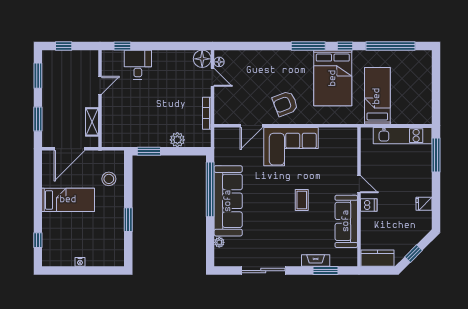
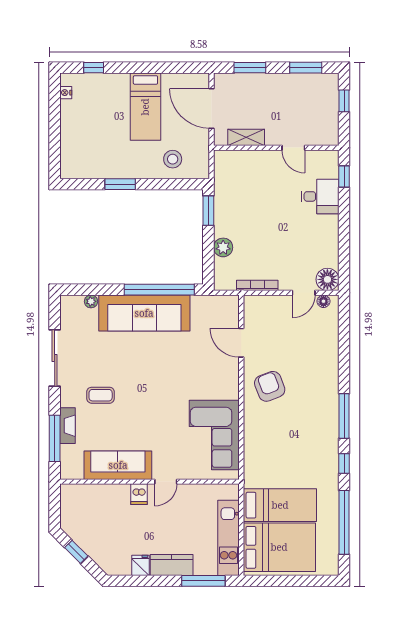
bed: (333, 78) -> (279, 547), moved, turned 180
corner sofa: (291, 147) -> (214, 435), moved
coffee table: (302, 200) -> (101, 395), moved
kitchen counter: (377, 258) -> (172, 565), moved, turned -90
nightstand: (80, 262) -> (66, 93), moved
window: (326, 271) -> (55, 438), width x1.44

